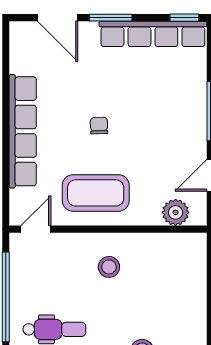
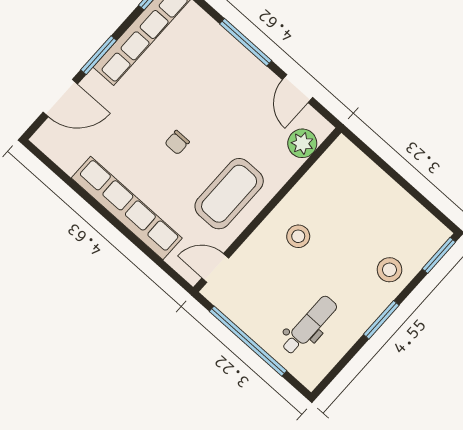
chair: (99, 126) -> (177, 142), turned -88
door: (36, 229) -> (215, 268), hinge flipped

